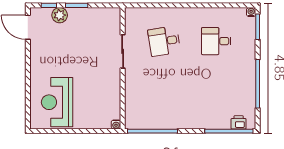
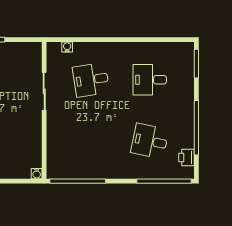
water cooler: (251, 12) -> (67, 47), moved
desk: (216, 96) -> (150, 141), added
printer: (239, 122) -> (187, 158), moved, turned -90

